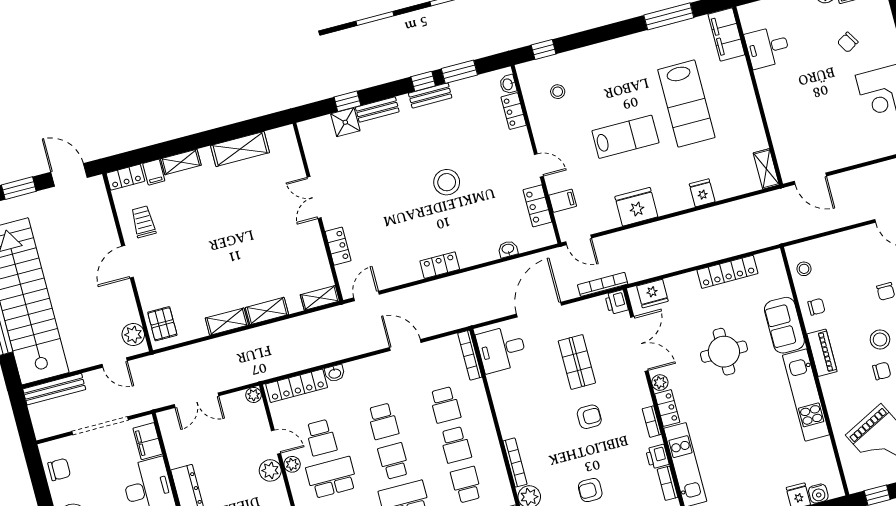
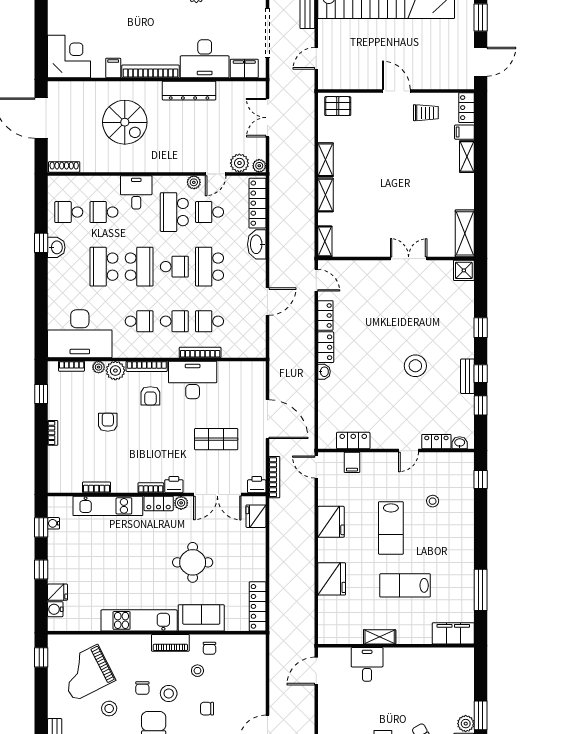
desk: (767, 47) -> (367, 664), moved
window: (459, 72) -> (481, 405), width x0.67
stool: (558, 92) -> (433, 501), moved
window: (347, 101) -> (481, 328), moved
lab bench: (686, 104) -> (405, 585), width x0.73, depth x0.72
bench: (377, 109) -> (467, 330), removed
shower: (345, 122) -> (464, 270), moved
shelving: (240, 149) -> (465, 233), moved
door: (539, 165) -> (408, 451), moved
shelving: (766, 169) -> (380, 637), moved
stool: (447, 182) -> (415, 366), moved
fridge: (702, 193) -> (332, 579), width x1.88, depth x1.34
door: (579, 240) -> (316, 467), hinge flipped
locker: (338, 246) -> (325, 315), moved, turned -90
washbasin: (508, 249) -> (324, 372), moved
stool: (804, 269) -> (197, 671), moved
locker: (727, 272) -> (258, 606), moved
plant: (133, 334) -> (335, 80), removed
desk: (502, 349) -> (193, 380), moved, width x1.37
bookcase: (470, 355) -> (200, 352), moved
washbasin: (335, 373) -> (257, 244), width x1.91, depth x1.45
armchair: (589, 417) -> (150, 396), moved
school desk: (383, 421) -> (210, 267), width x1.85
school desk: (456, 445) -> (174, 321), turned 180
printer: (657, 457) -> (174, 485), moved
plant: (270, 470) -> (239, 163), moved
school desk: (332, 478) -> (174, 212), turned 180

